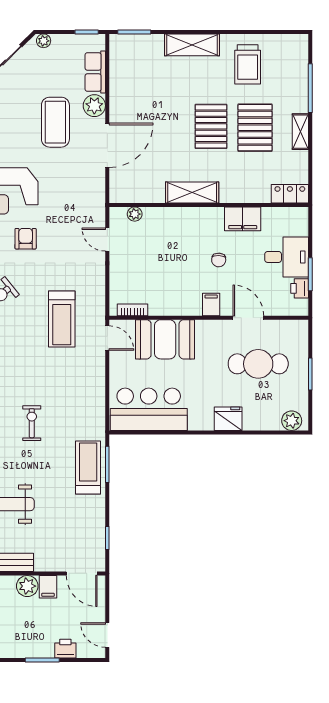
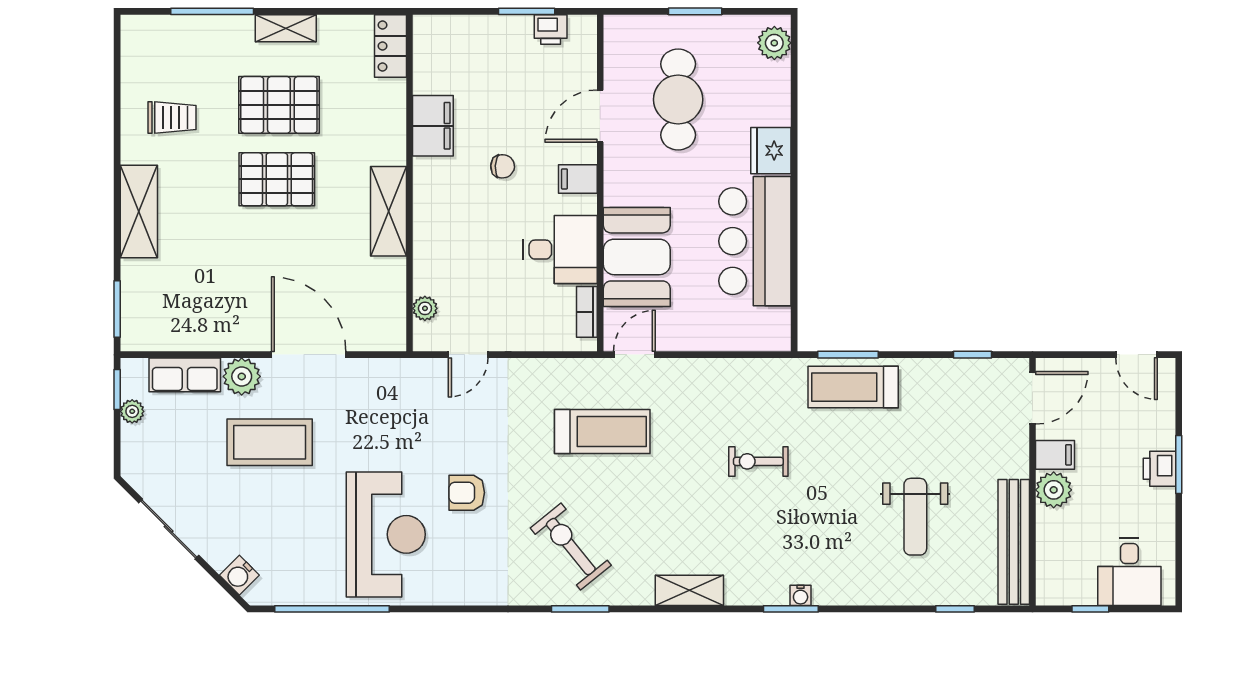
plant: (44, 41) -> (132, 411), moved
trolley: (248, 64) -> (172, 118), width x0.73, depth x0.72
desk: (287, 257) -> (560, 250), moved, turned 90
bar counter: (149, 409) -> (755, 241), moved
exercise bike: (32, 423) -> (758, 461), moved
door: (107, 635) -> (1136, 355), hinge flipped
printer: (65, 649) -> (1159, 469), moved

